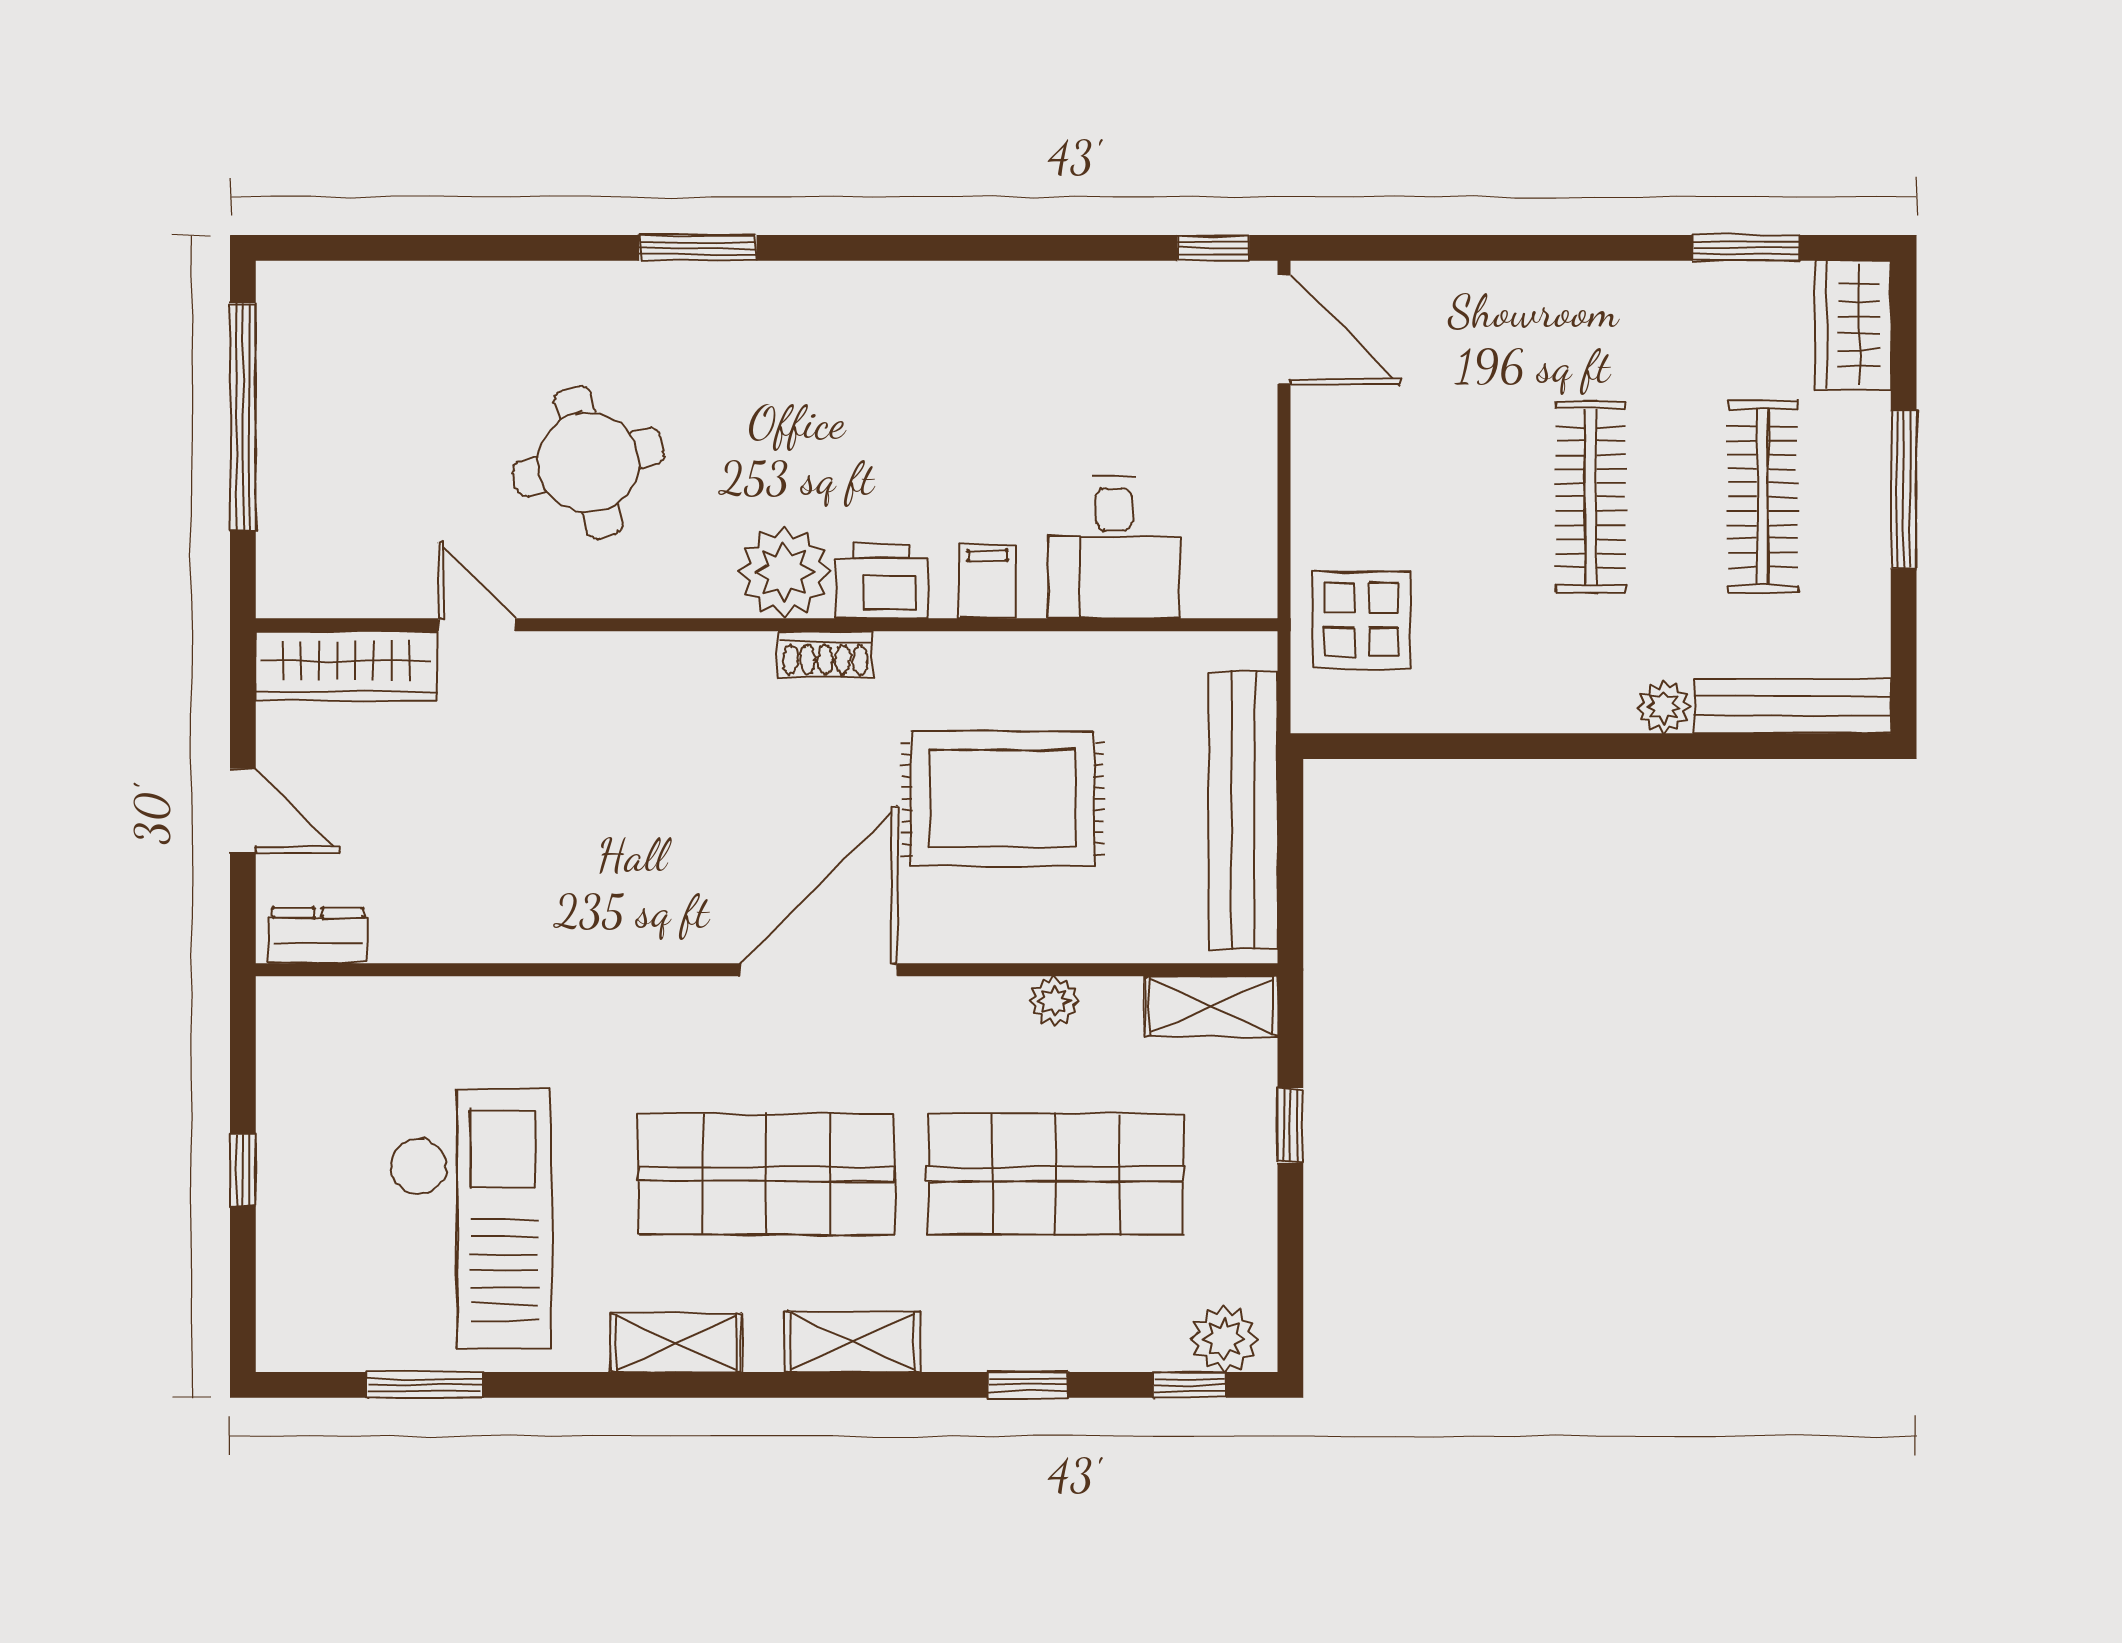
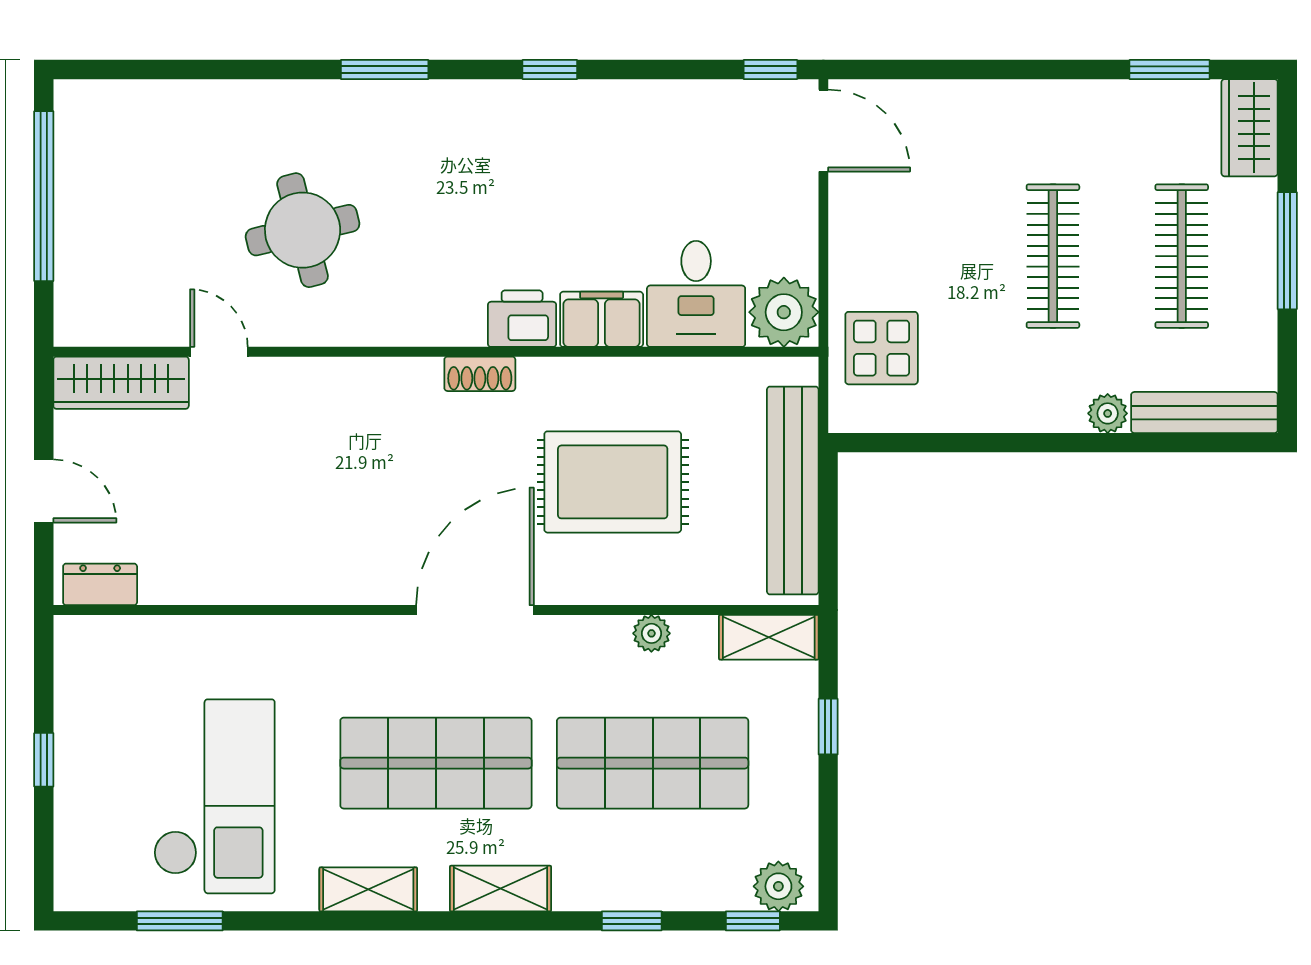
window: (919, 248) -> (550, 70), added
plant: (784, 572) -> (784, 312), moved
filing cabinet: (988, 581) -> (602, 319), width x2.00

